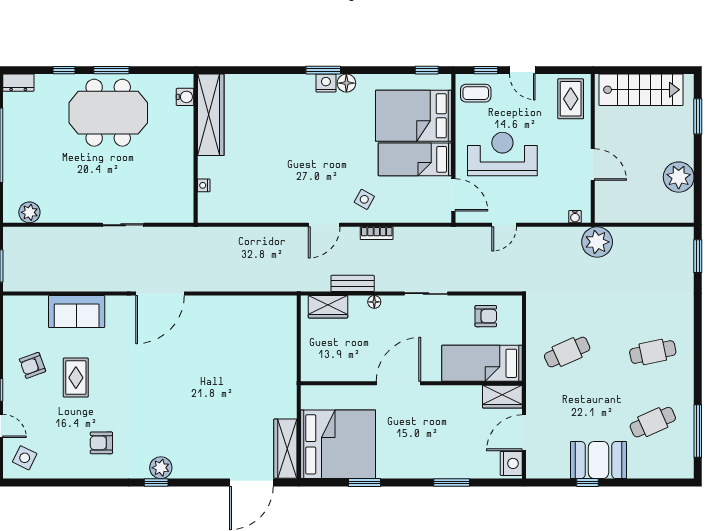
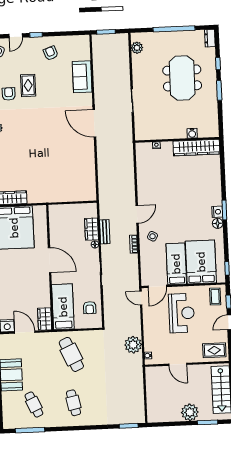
water cooler: (185, 97) -> (192, 133), moved
meeting table: (108, 113) -> (182, 78), moved
door: (593, 165) -> (178, 364), hinge flipped
plant: (679, 177) -> (190, 412), moved
door: (324, 225) -> (137, 214), swing flipped
door: (504, 225) -> (141, 298), moved
plant: (597, 242) -> (133, 345), moved
wardrobe: (328, 307) -> (91, 229), moved
cafe table: (567, 352) -> (71, 354), width x1.37, depth x1.35
rug: (76, 378) -> (28, 85), moved, turned 90

